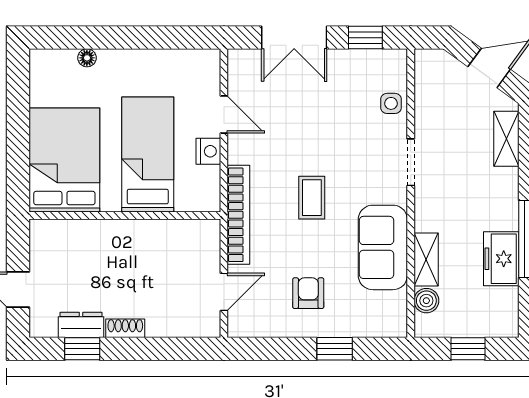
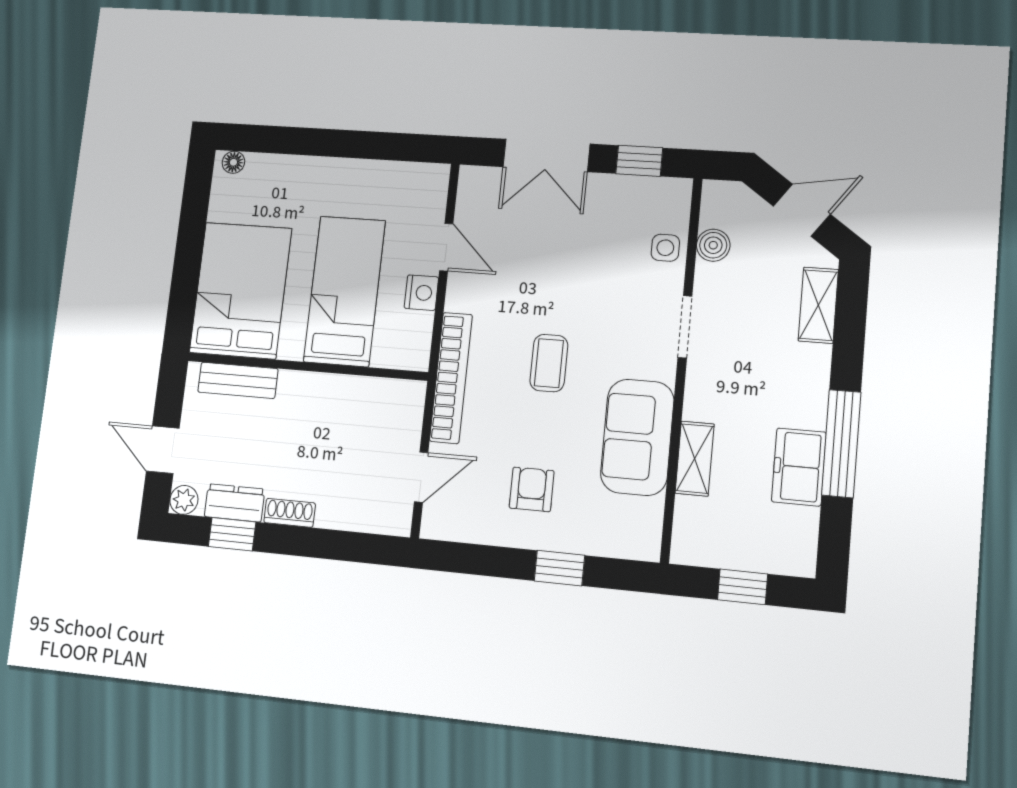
floor lamp: (87, 58) -> (233, 162), moved
bench: (71, 231) -> (238, 380), added
boiler: (426, 301) -> (713, 245), moved
plant: (40, 326) -> (184, 500), added

